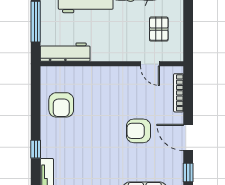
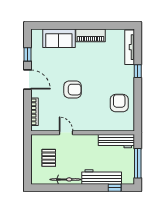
door: (150, 64) -> (66, 133), moved
armchair: (138, 131) -> (73, 90), moved

